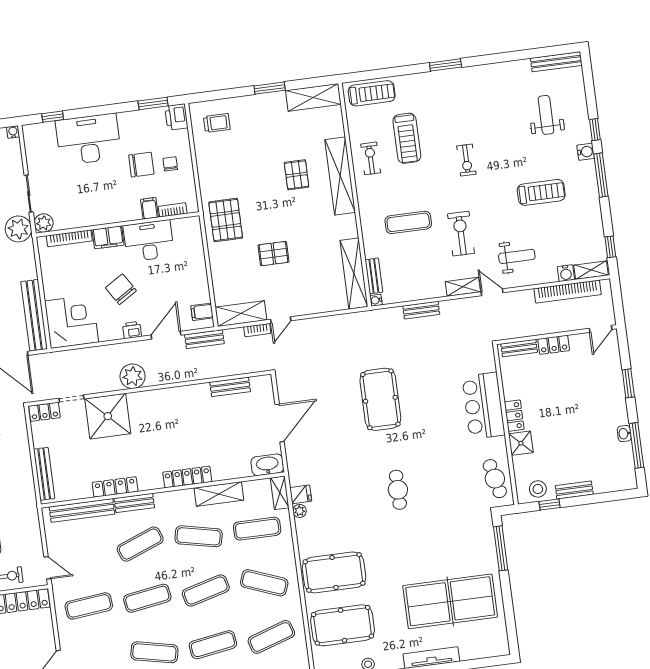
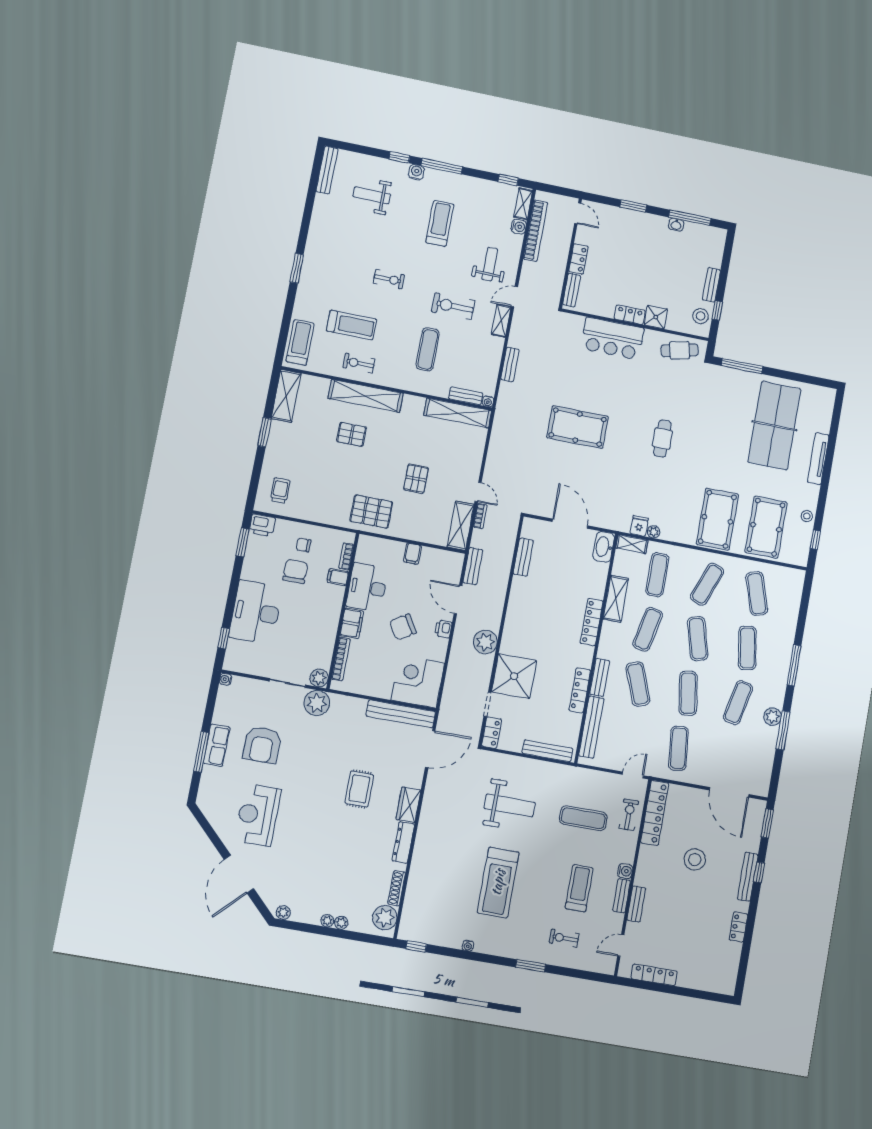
filing cabinet: (202, 312) -> (412, 554), moved
cafe table: (398, 490) -> (662, 439), turned 90

